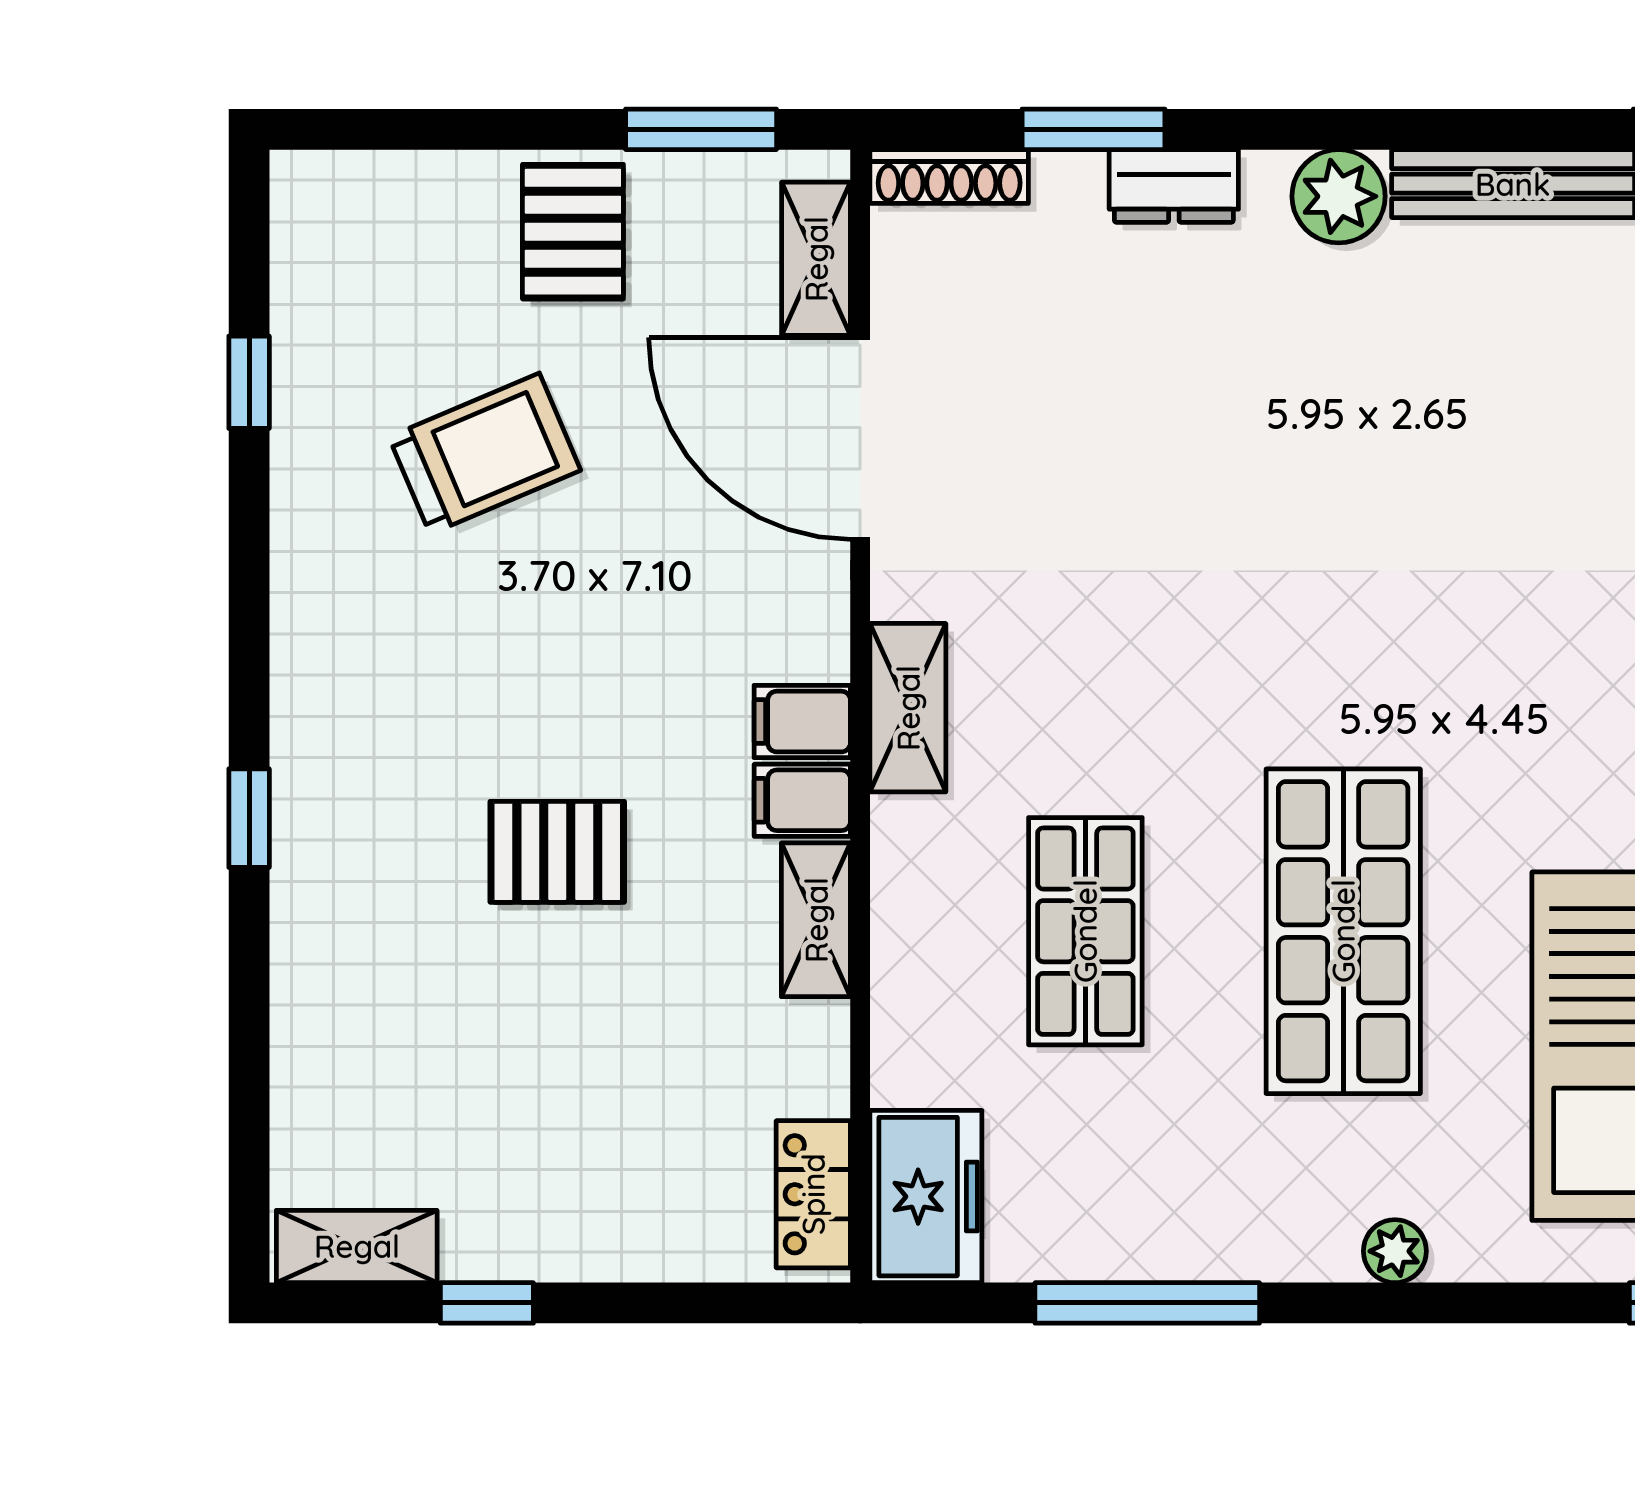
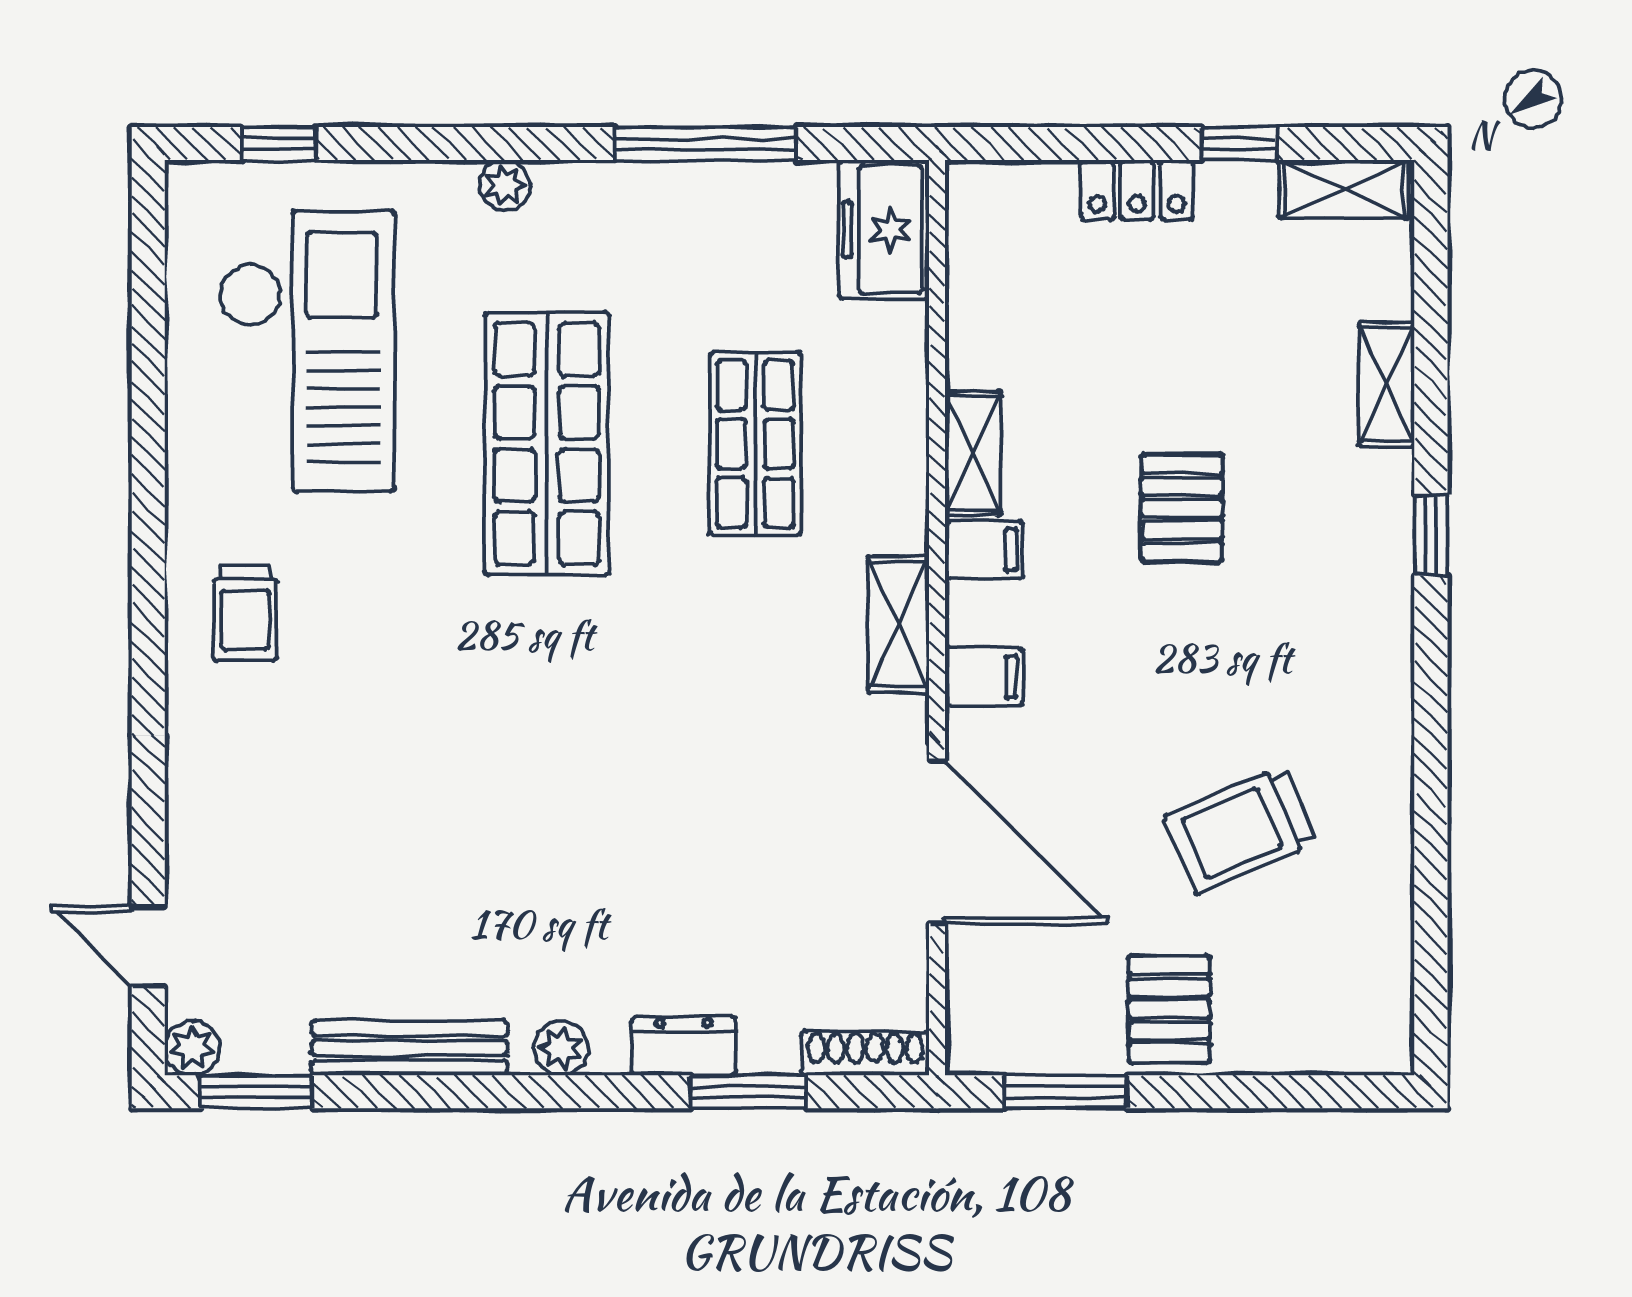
plant: (1339, 196) -> (561, 1048), width x0.73, depth x0.73
shelving: (816, 259) -> (1387, 384), moved
window: (249, 382) -> (1431, 887), removed
filing cabinet: (802, 722) -> (984, 677), moved
pallet: (557, 852) -> (1182, 508), turned 90
locker: (813, 1194) -> (1137, 190), moved, turned 90

